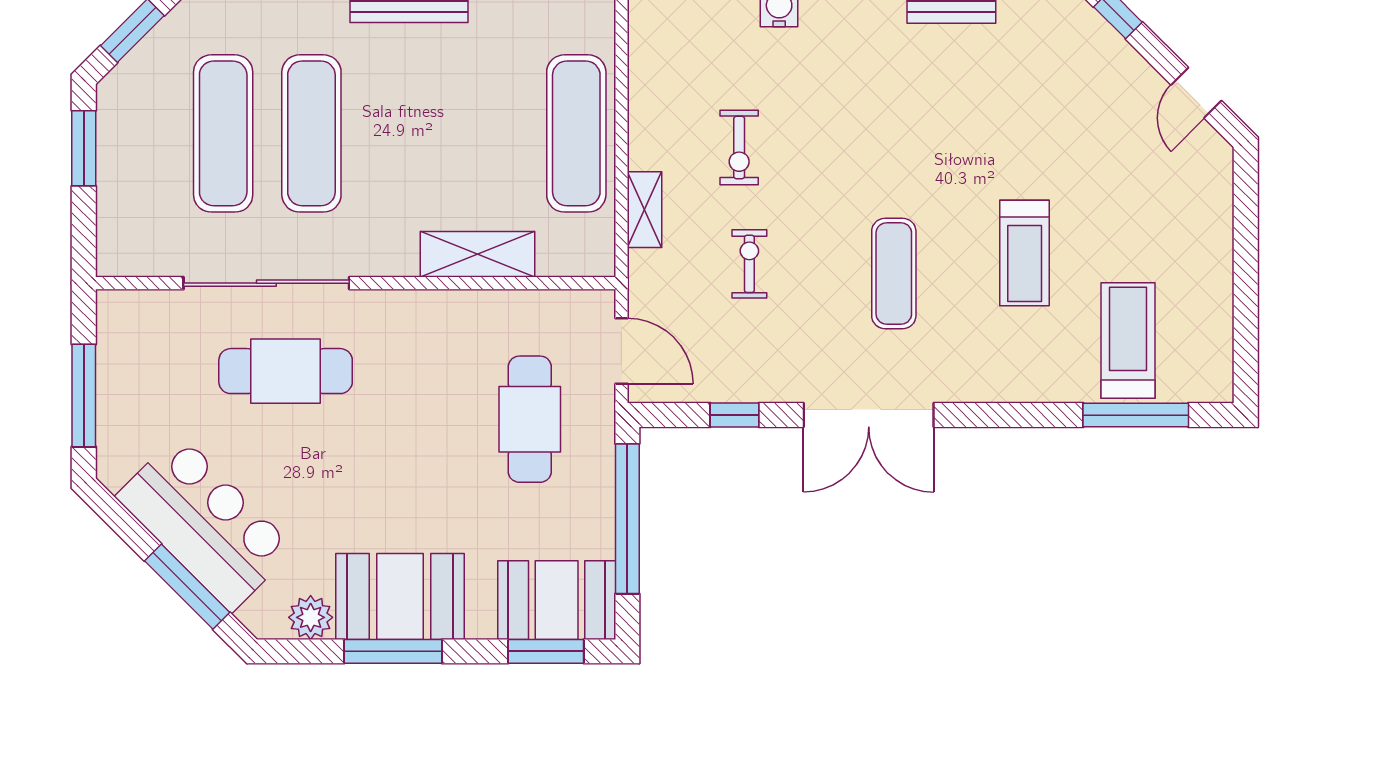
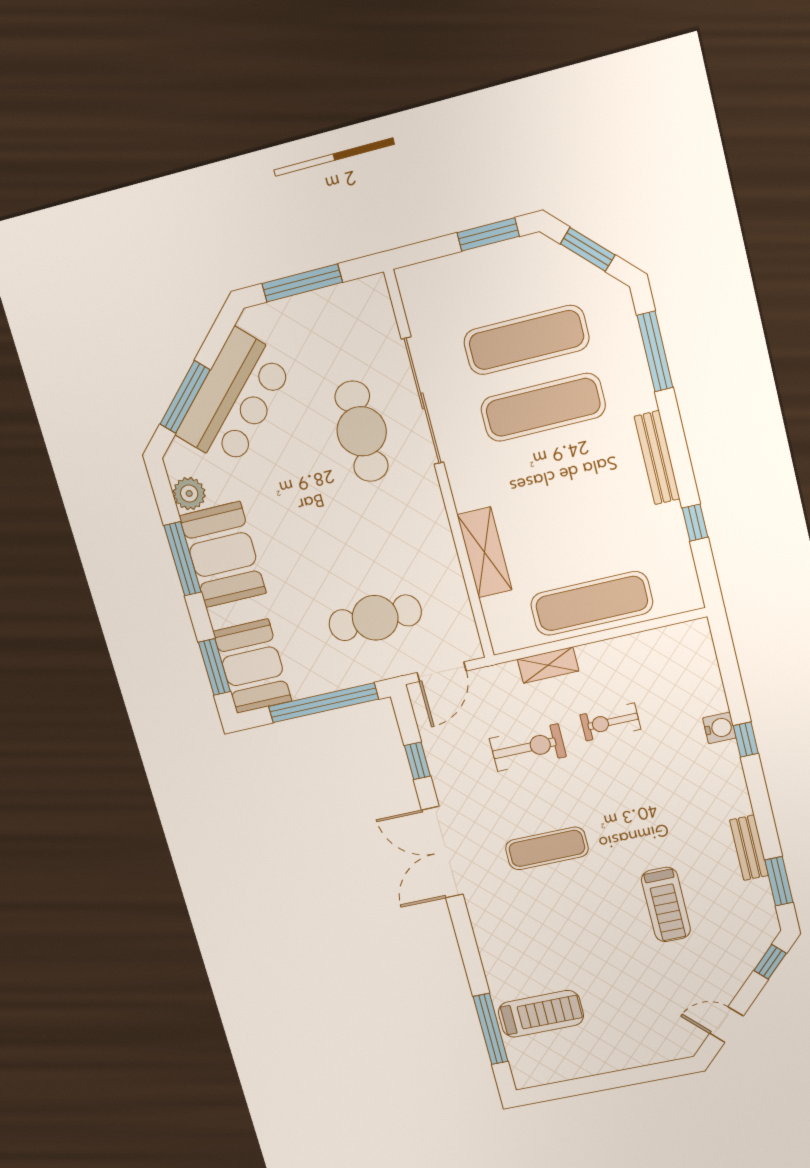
treadmill: (1025, 253) -> (666, 905), moved, turned -90
exercise bike: (749, 264) -> (528, 748), width x1.38, depth x1.39

